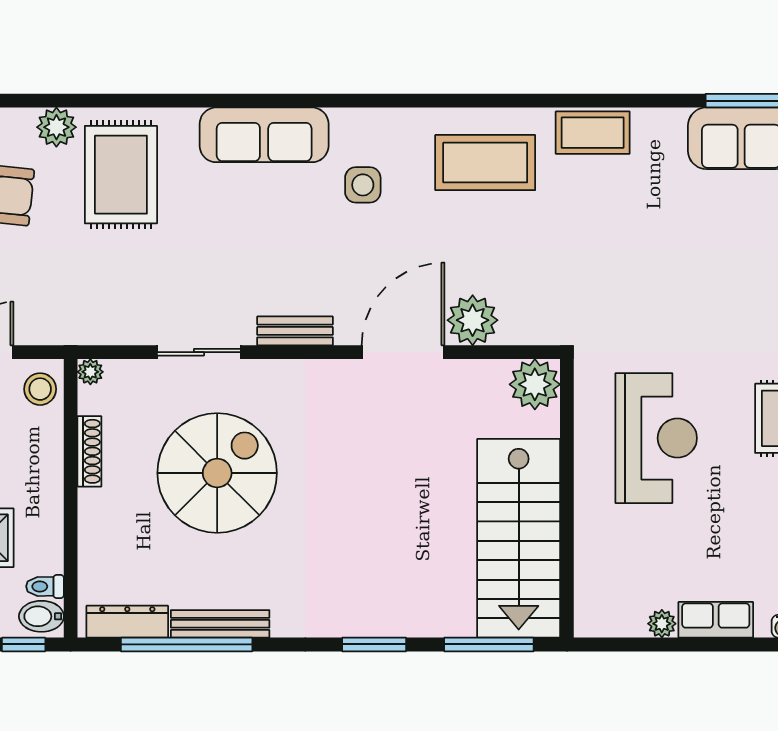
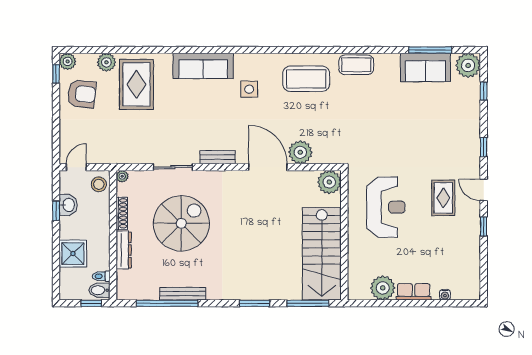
door: (403, 352) -> (268, 167), hinge flipped
dresser: (127, 622) -> (124, 250), moved, turned 90
plant: (662, 624) -> (383, 288), width x1.87, depth x1.87

